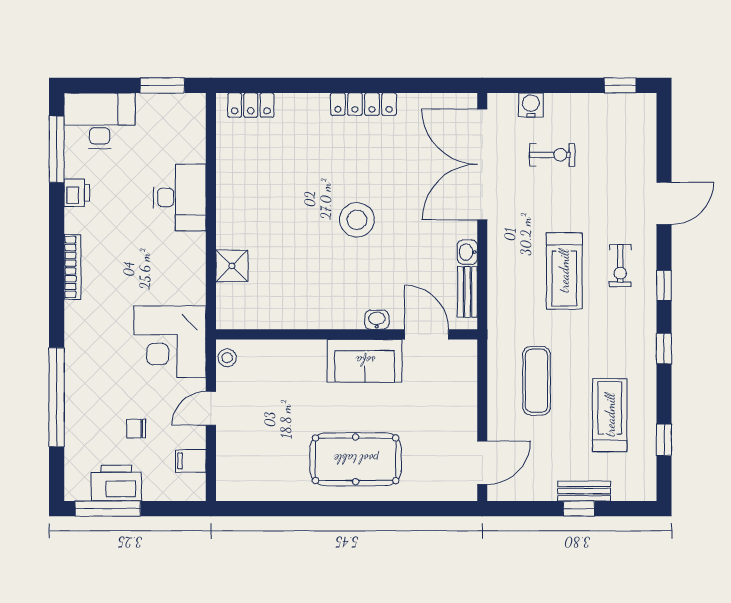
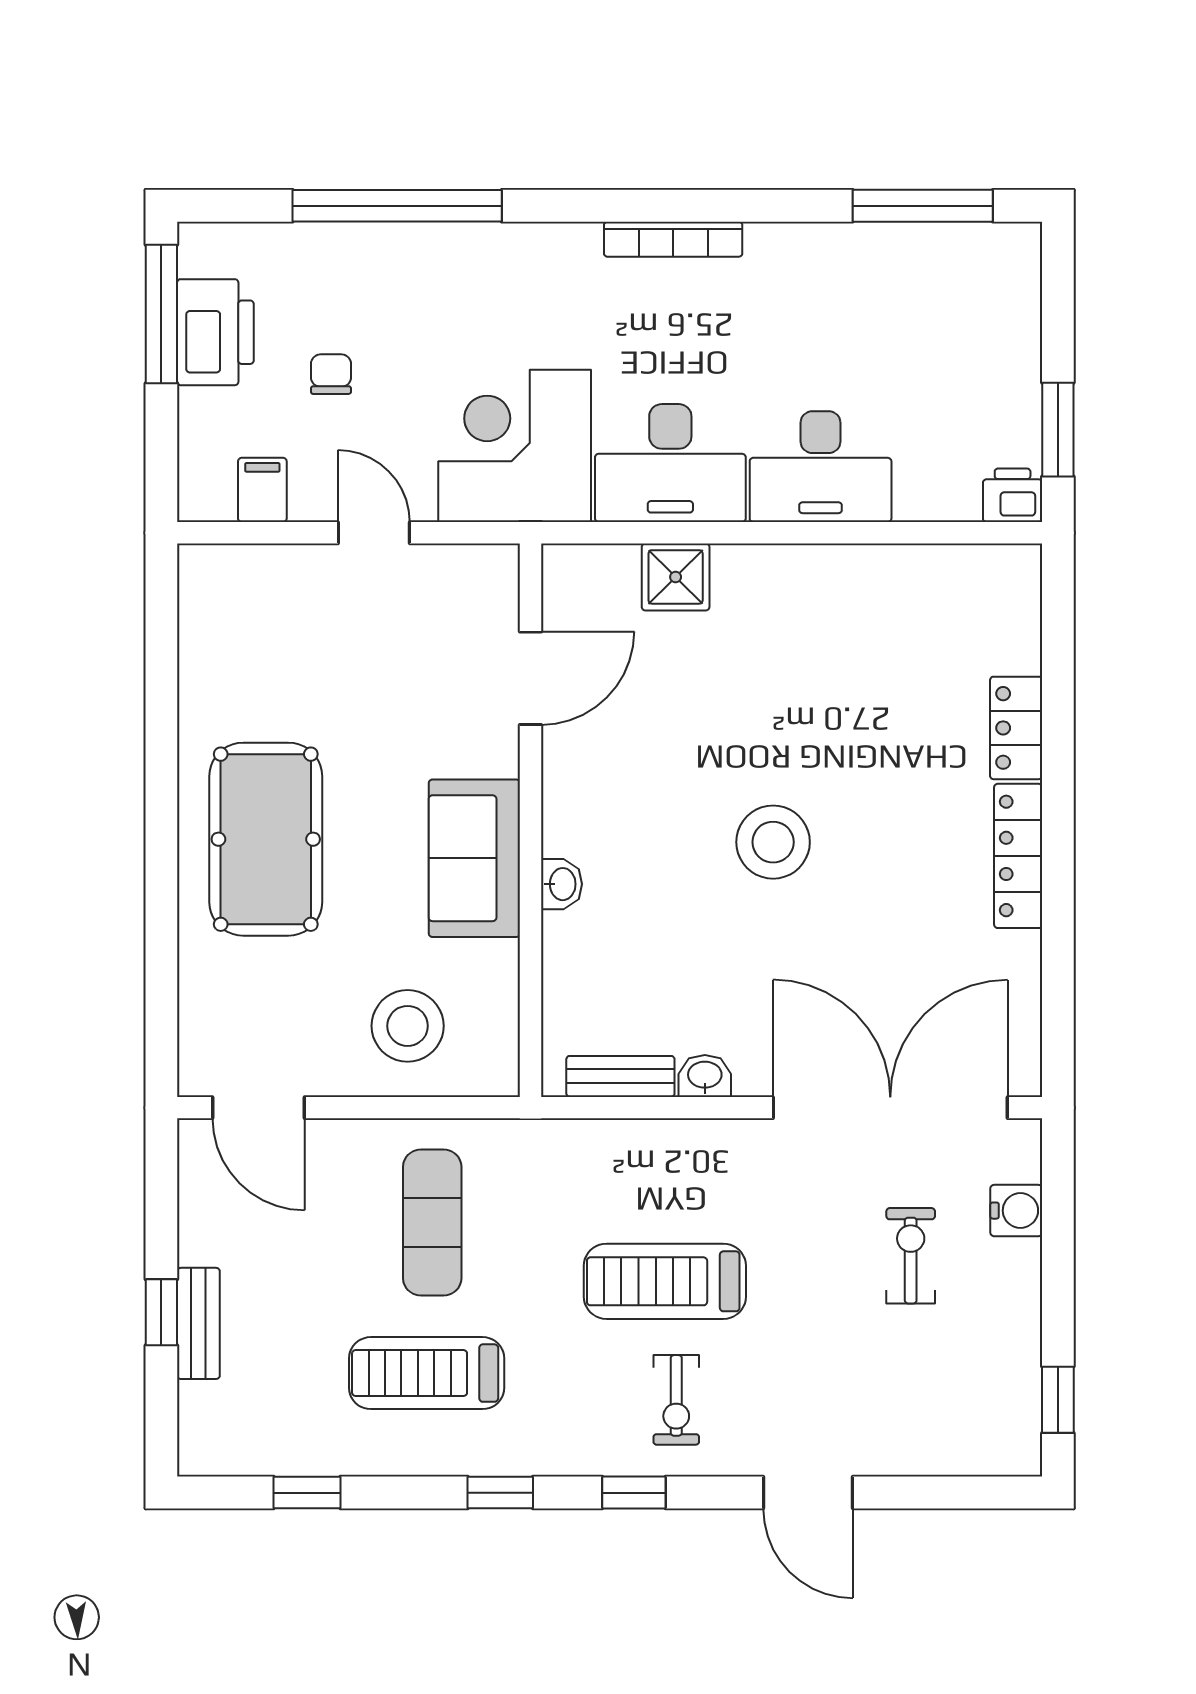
locker: (251, 105) -> (1016, 728), moved
desk: (100, 121) -> (670, 463), moved, turned 90
exercise bike: (552, 155) -> (911, 1256), turned 180
printer: (77, 193) -> (1013, 495), moved, turned 180
exercise bike: (620, 266) -> (676, 1400), turned -90
door: (427, 334) -> (531, 678), moved
stool: (227, 358) -> (408, 1026), moved, width x1.89, depth x1.89
exercise mat: (537, 381) -> (432, 1222), turned 90
treadmill: (610, 415) -> (427, 1373), moved, turned 180

